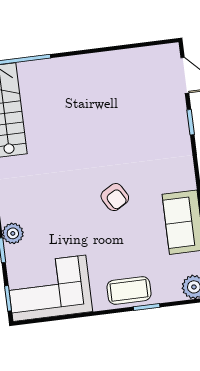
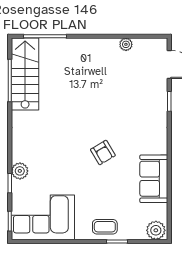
plant: (127, 57) -> (126, 44), added
coffee table: (129, 290) -> (105, 227), width x0.73, depth x0.77

